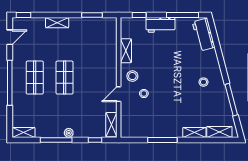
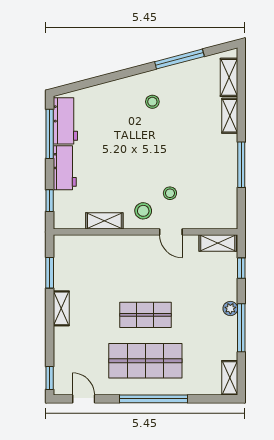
shelving: (57, 23) -> (61, 308), moved
workbench: (204, 35) -> (65, 121), moved, turned -75
shop shelf: (35, 78) -> (145, 361), width x1.43, depth x1.36

